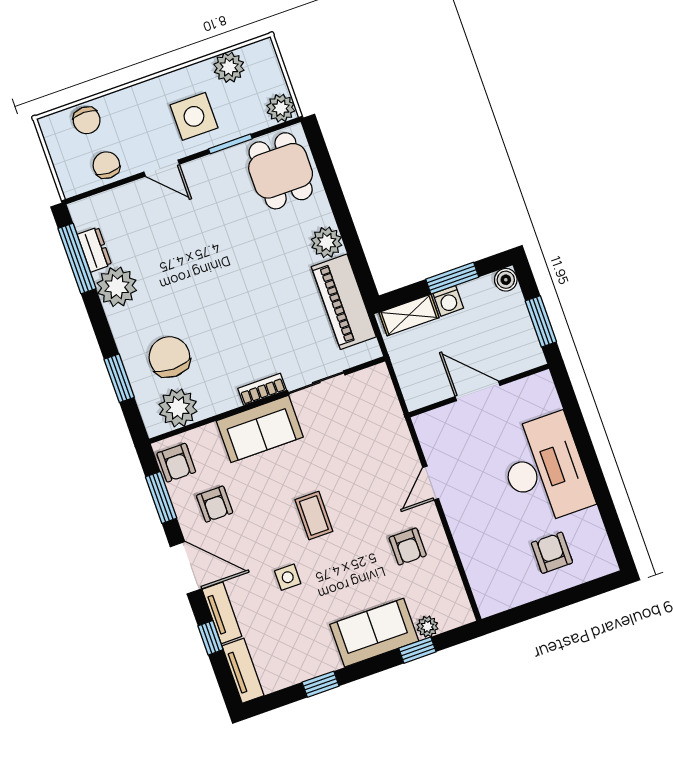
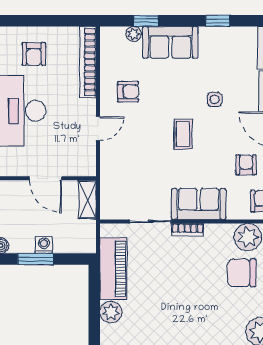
shelving: (409, 315) -> (87, 200), moved, turned 90
chair: (169, 357) -> (242, 273), turned 90
armchair: (408, 547) -> (128, 92), turned 90
bookcase: (475, 567) -> (88, 62), added

